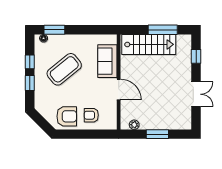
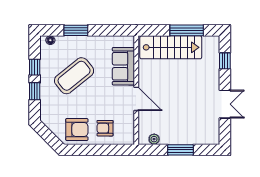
window: (54, 30) -> (76, 30), moved

